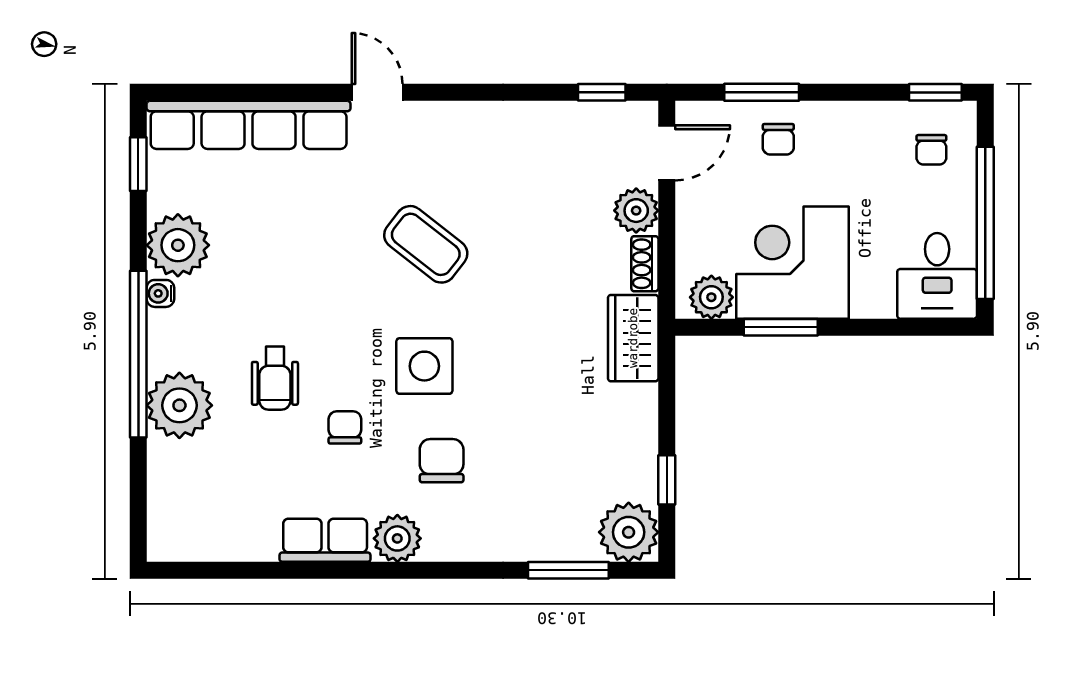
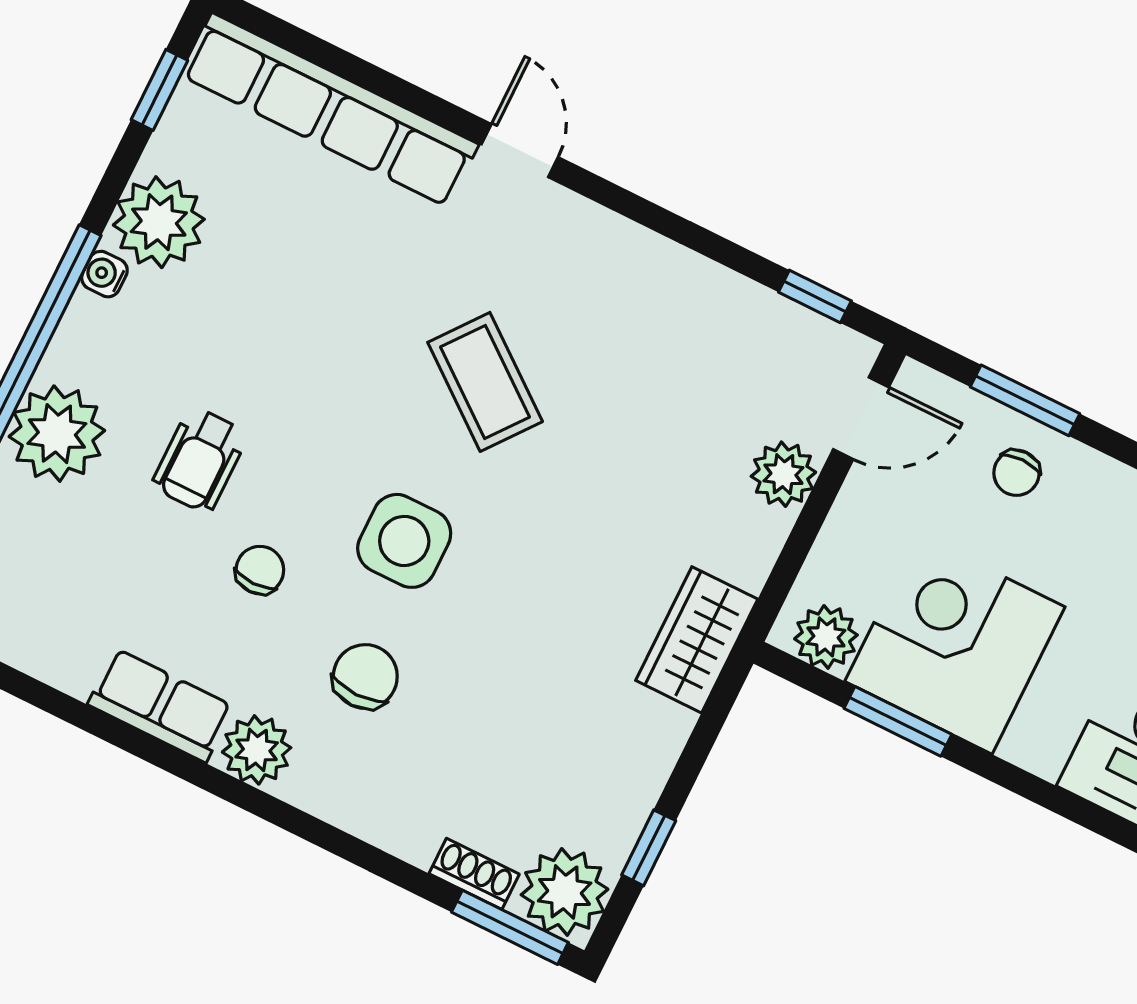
shoe rack: (645, 264) -> (474, 874), moved, turned 90
window: (568, 570) -> (510, 927), moved

